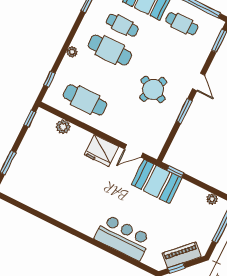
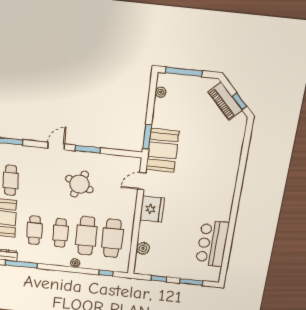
cafe table: (110, 50) -> (60, 233), width x0.73, depth x0.74
cafe table: (97, 75) -> (86, 236), added
window: (30, 119) -> (159, 279), moved
door: (134, 151) -> (142, 181), swing flipped
window: (175, 172) -> (147, 137), width x1.50
bar counter: (123, 238) -> (212, 244), moved

